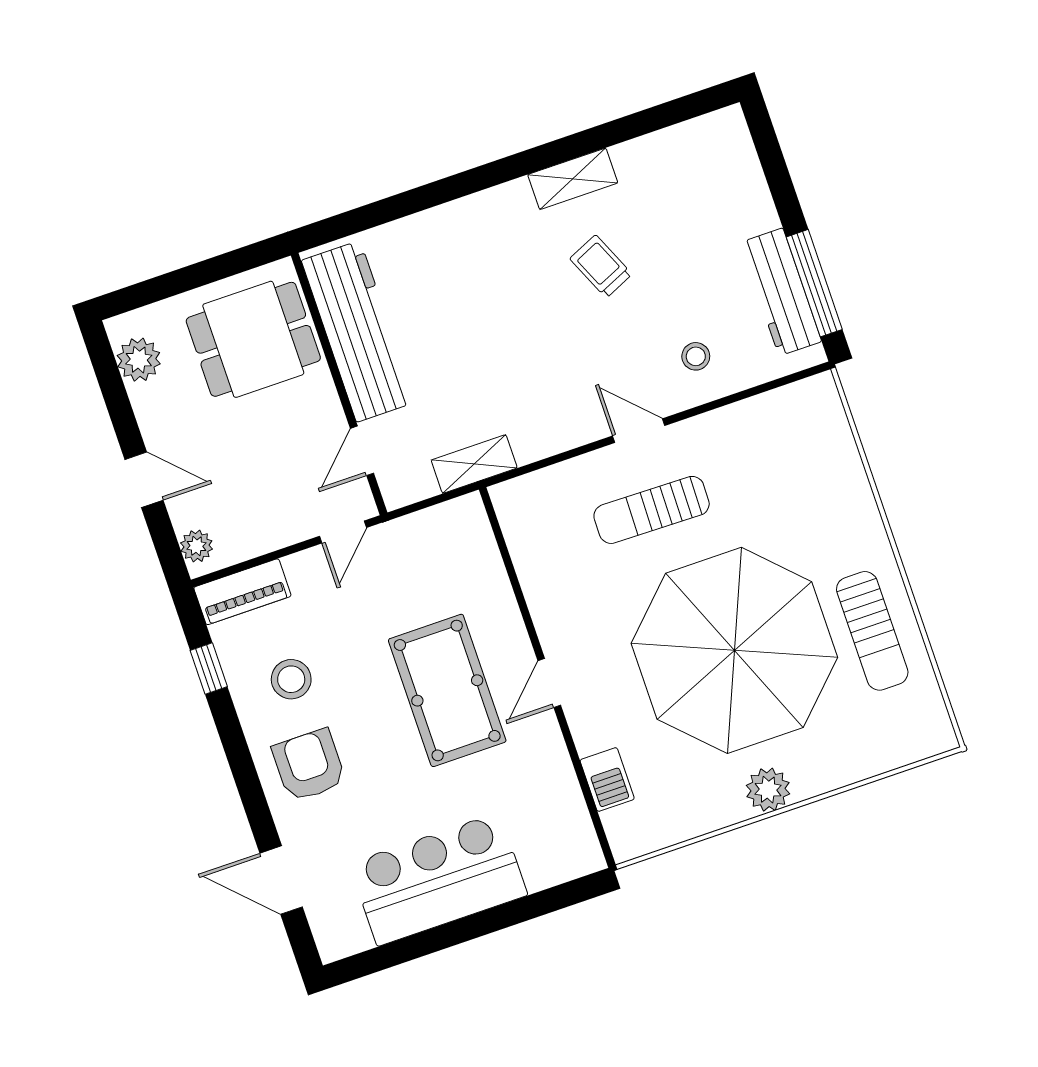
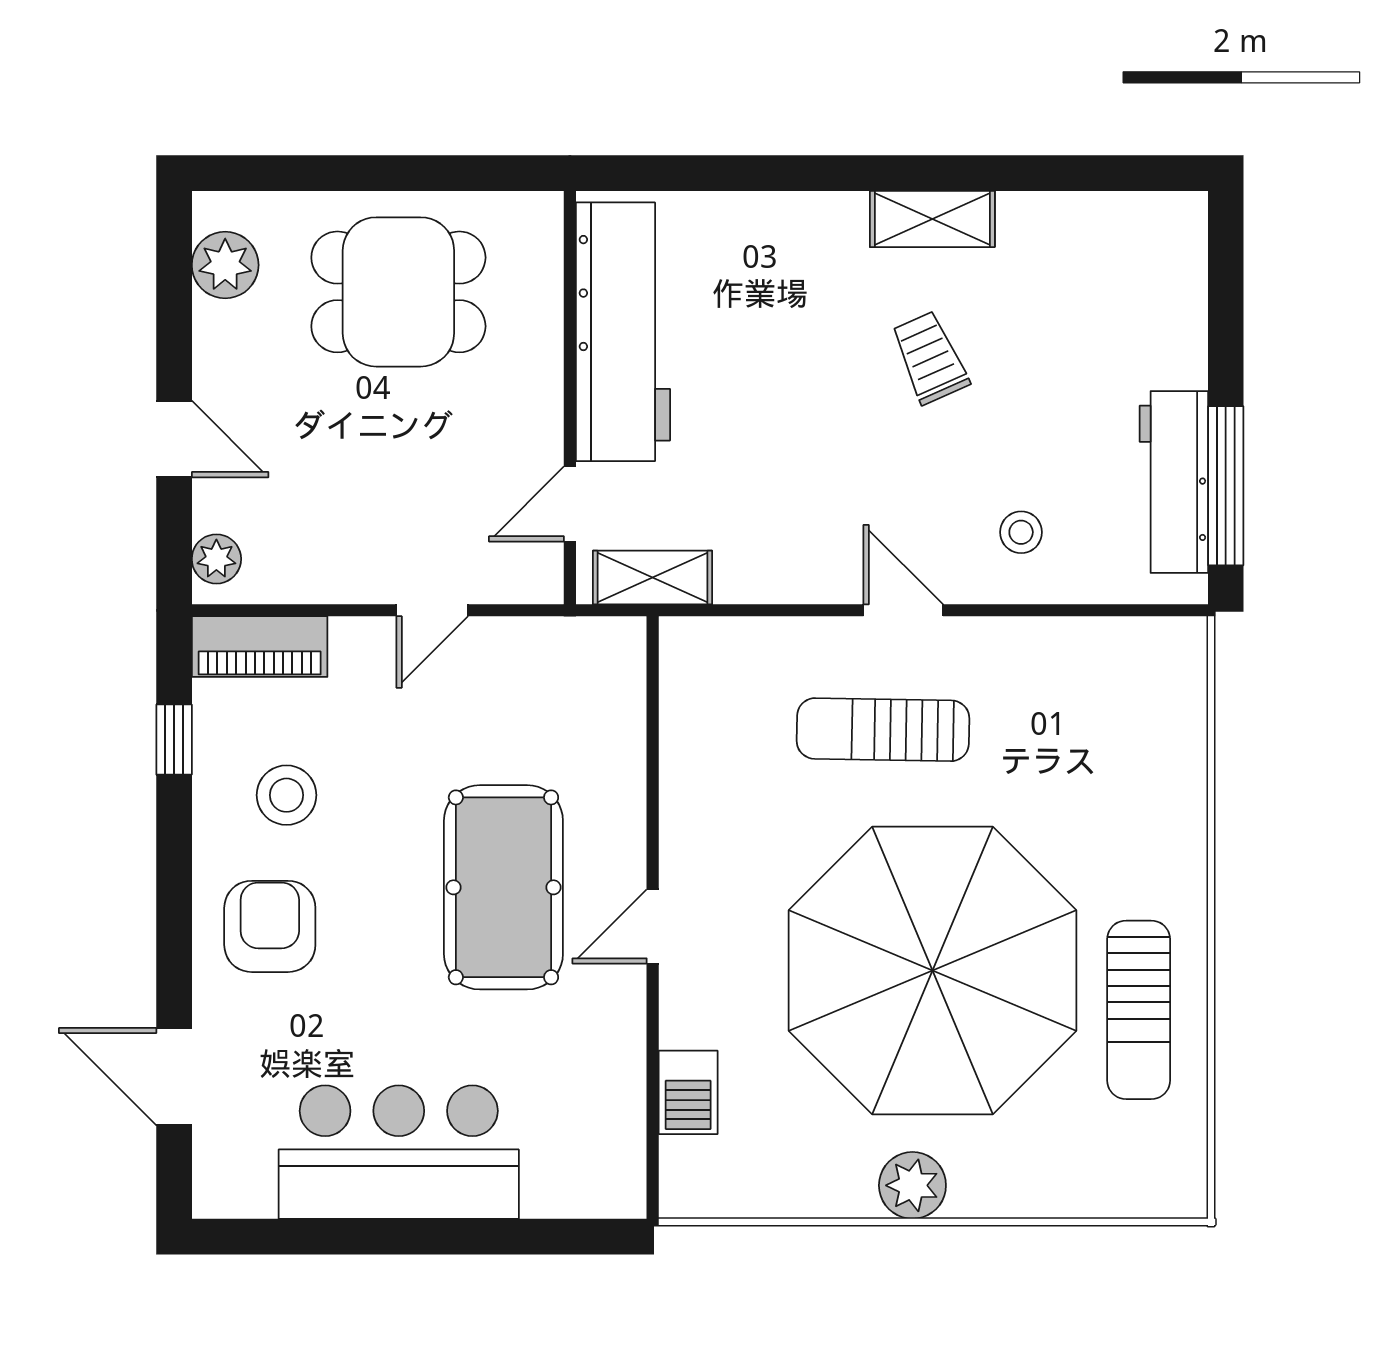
workbench: (358, 331) -> (623, 332), moved
wall: (339, 384) -> (570, 398), moved
door: (362, 451) -> (570, 504), moved

